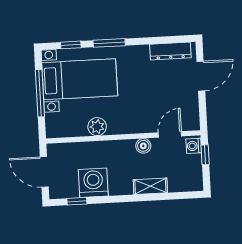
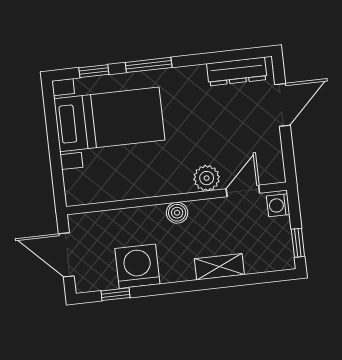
window: (40, 93) -> (54, 143), removed
plant: (97, 127) -> (207, 178), moved
boiler: (143, 146) -> (177, 213), moved
window: (205, 155) -> (298, 243), moved

